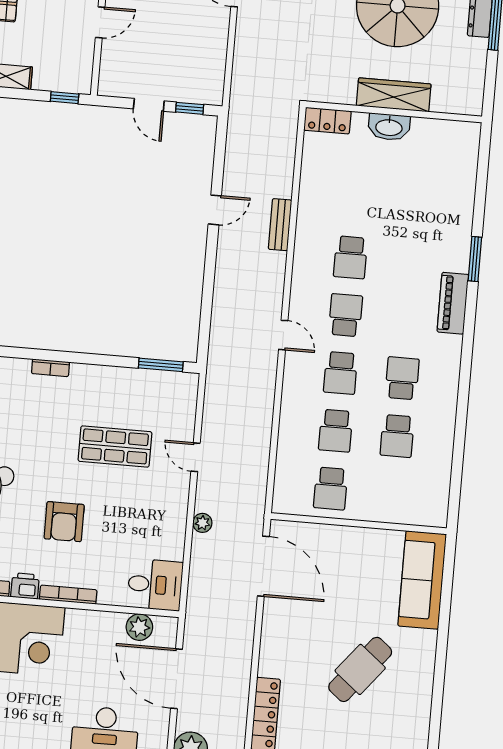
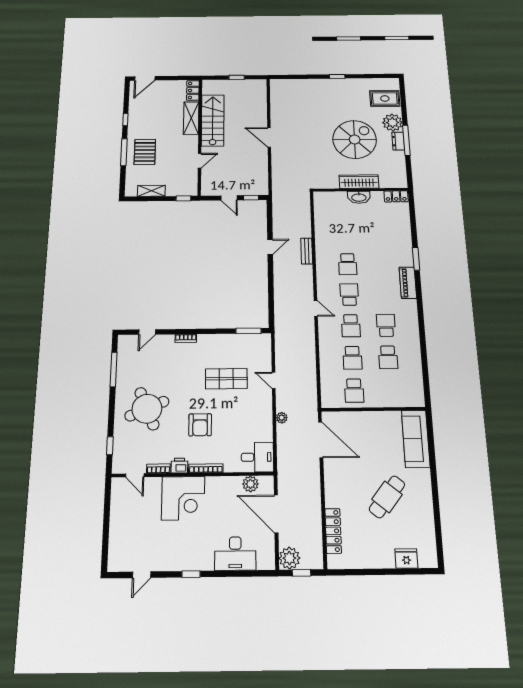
locker: (327, 121) -> (396, 196), moved

